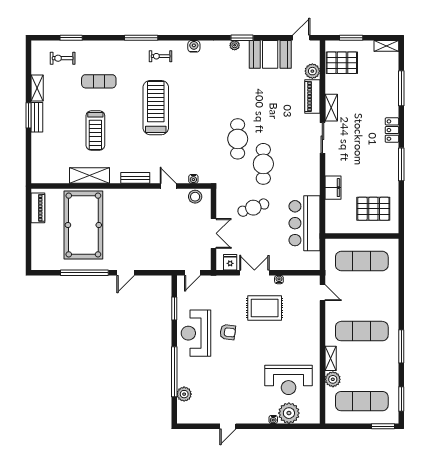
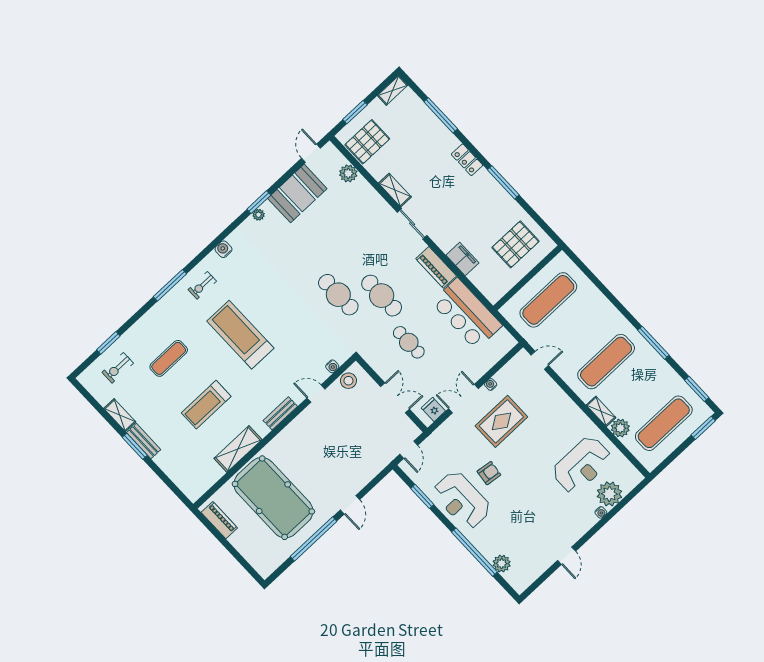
piano: (312, 96) -> (436, 267), moved
treadmill: (95, 131) -> (206, 405), turned 90
cafe table: (253, 208) -> (409, 342), turned -71

